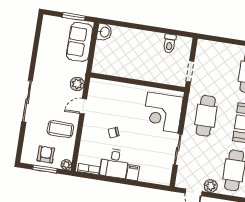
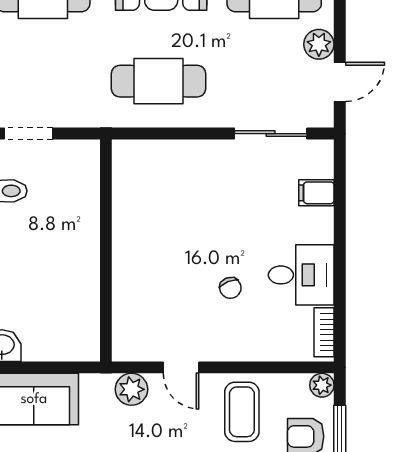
doorway: (190, 72) -> (28, 134), moved
corner desk: (163, 112) -> (166, 182), removed
sliding door: (178, 149) -> (271, 134), moved
filing cabinet: (133, 173) -> (316, 193), moved

